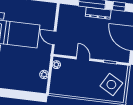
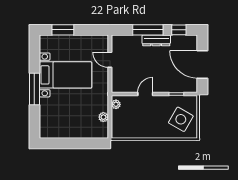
door: (54, 38) -> (110, 60), moved
door: (83, 59) -> (145, 94), hinge flipped

